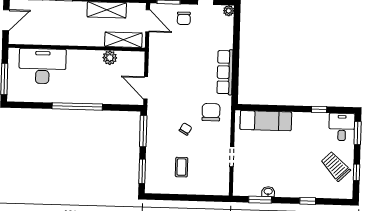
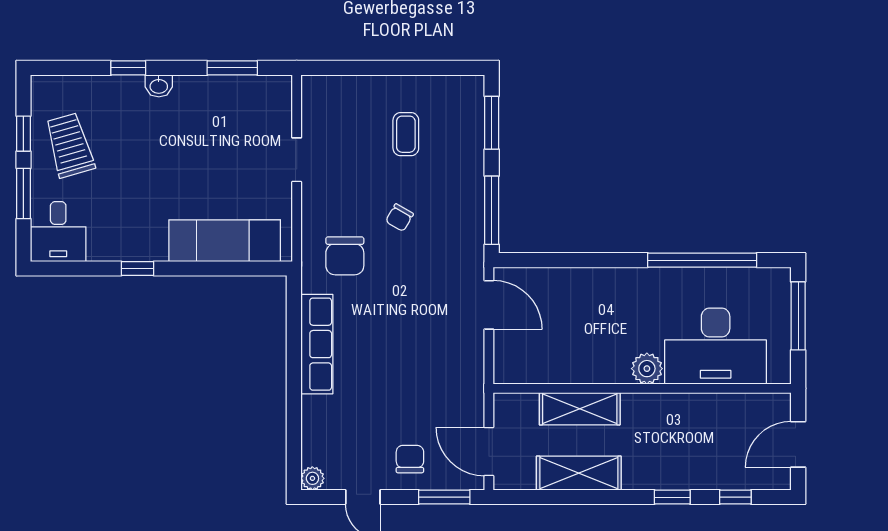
shelving: (123, 40) -> (580, 409), moved
plant: (110, 58) -> (647, 369), moved
window: (77, 106) -> (702, 260), moved
window: (319, 109) -> (137, 268), moved
window: (358, 133) -> (23, 194), moved
trolley: (336, 166) -> (70, 145), turned -152
washbasin: (268, 192) -> (159, 86), moved

